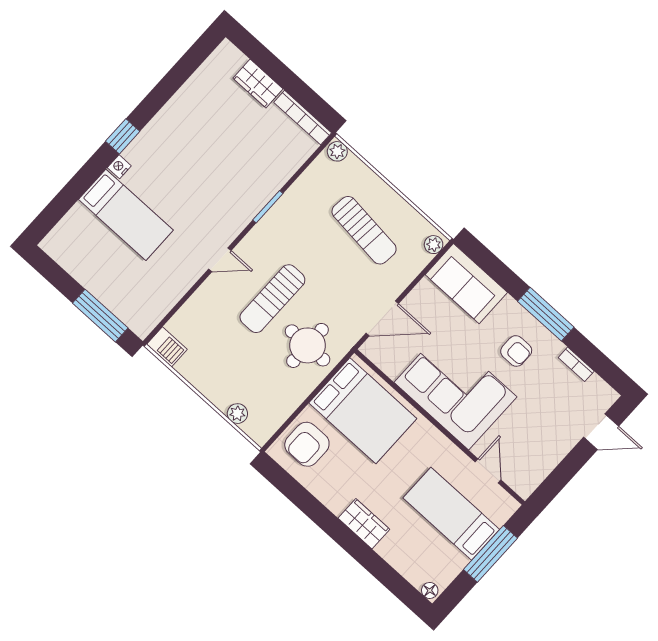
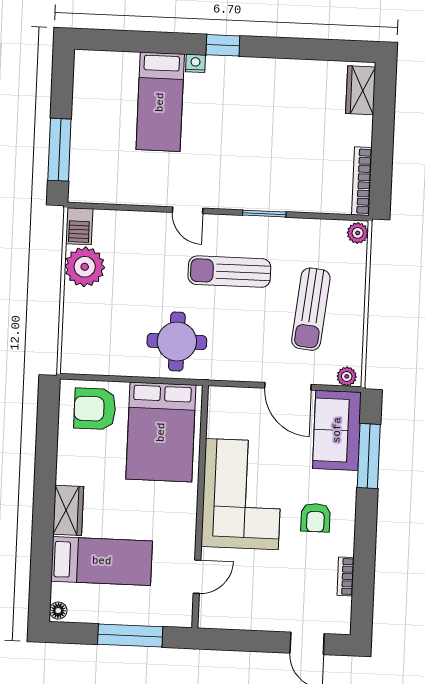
wardrobe: (258, 84) -> (361, 90), moved
sun lounger: (272, 299) -> (229, 272), moved
window: (546, 314) -> (369, 456), moved
door: (382, 318) -> (288, 386), moved
plant: (237, 414) -> (85, 267), moved, width x1.87, depth x1.87
bed: (451, 514) -> (102, 561), moved, turned 90

